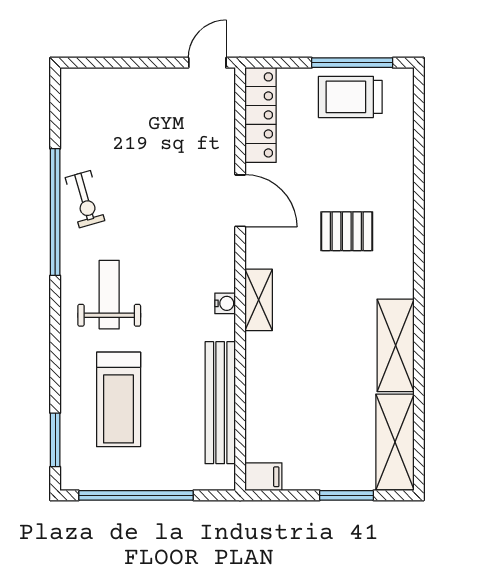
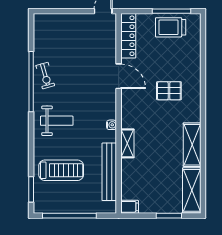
weight bench: (109, 295) -> (57, 121), turned 90
shelving: (259, 300) -> (127, 143), moved
treadmill: (119, 399) -> (61, 170), turned -90

